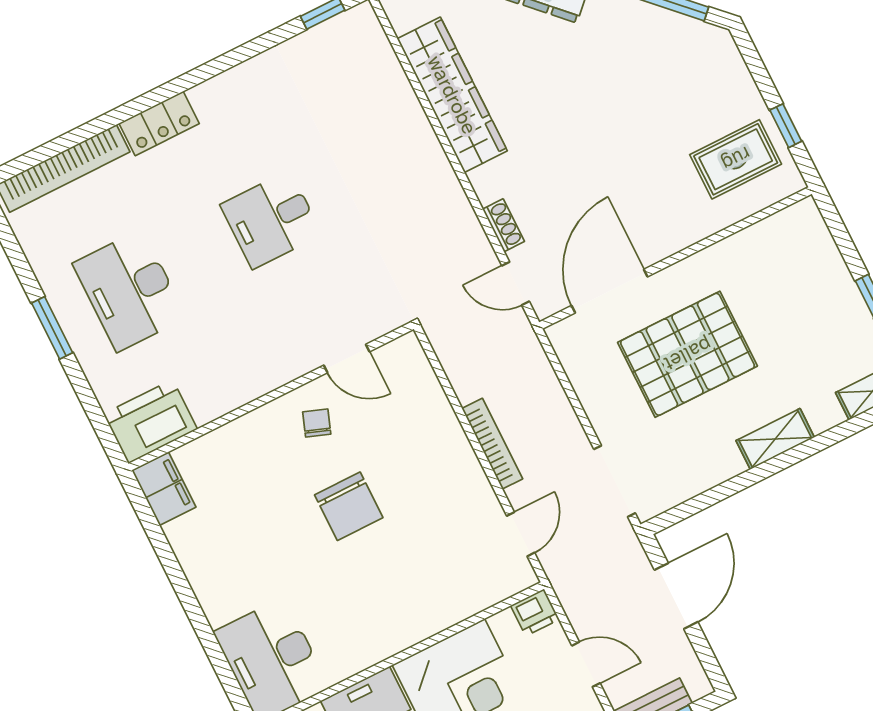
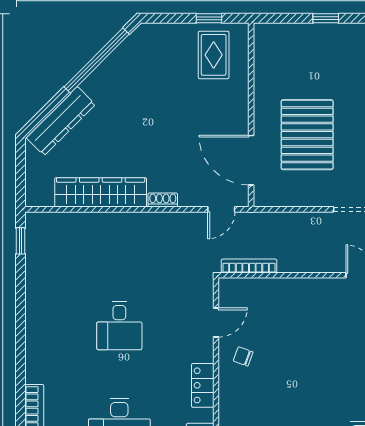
locker: (159, 123) -> (203, 385), moved, turned 180
shoe rack: (503, 225) -> (163, 200), moved
bookcase: (492, 444) -> (249, 266), moved
chair: (349, 506) -> (297, 362), removed

